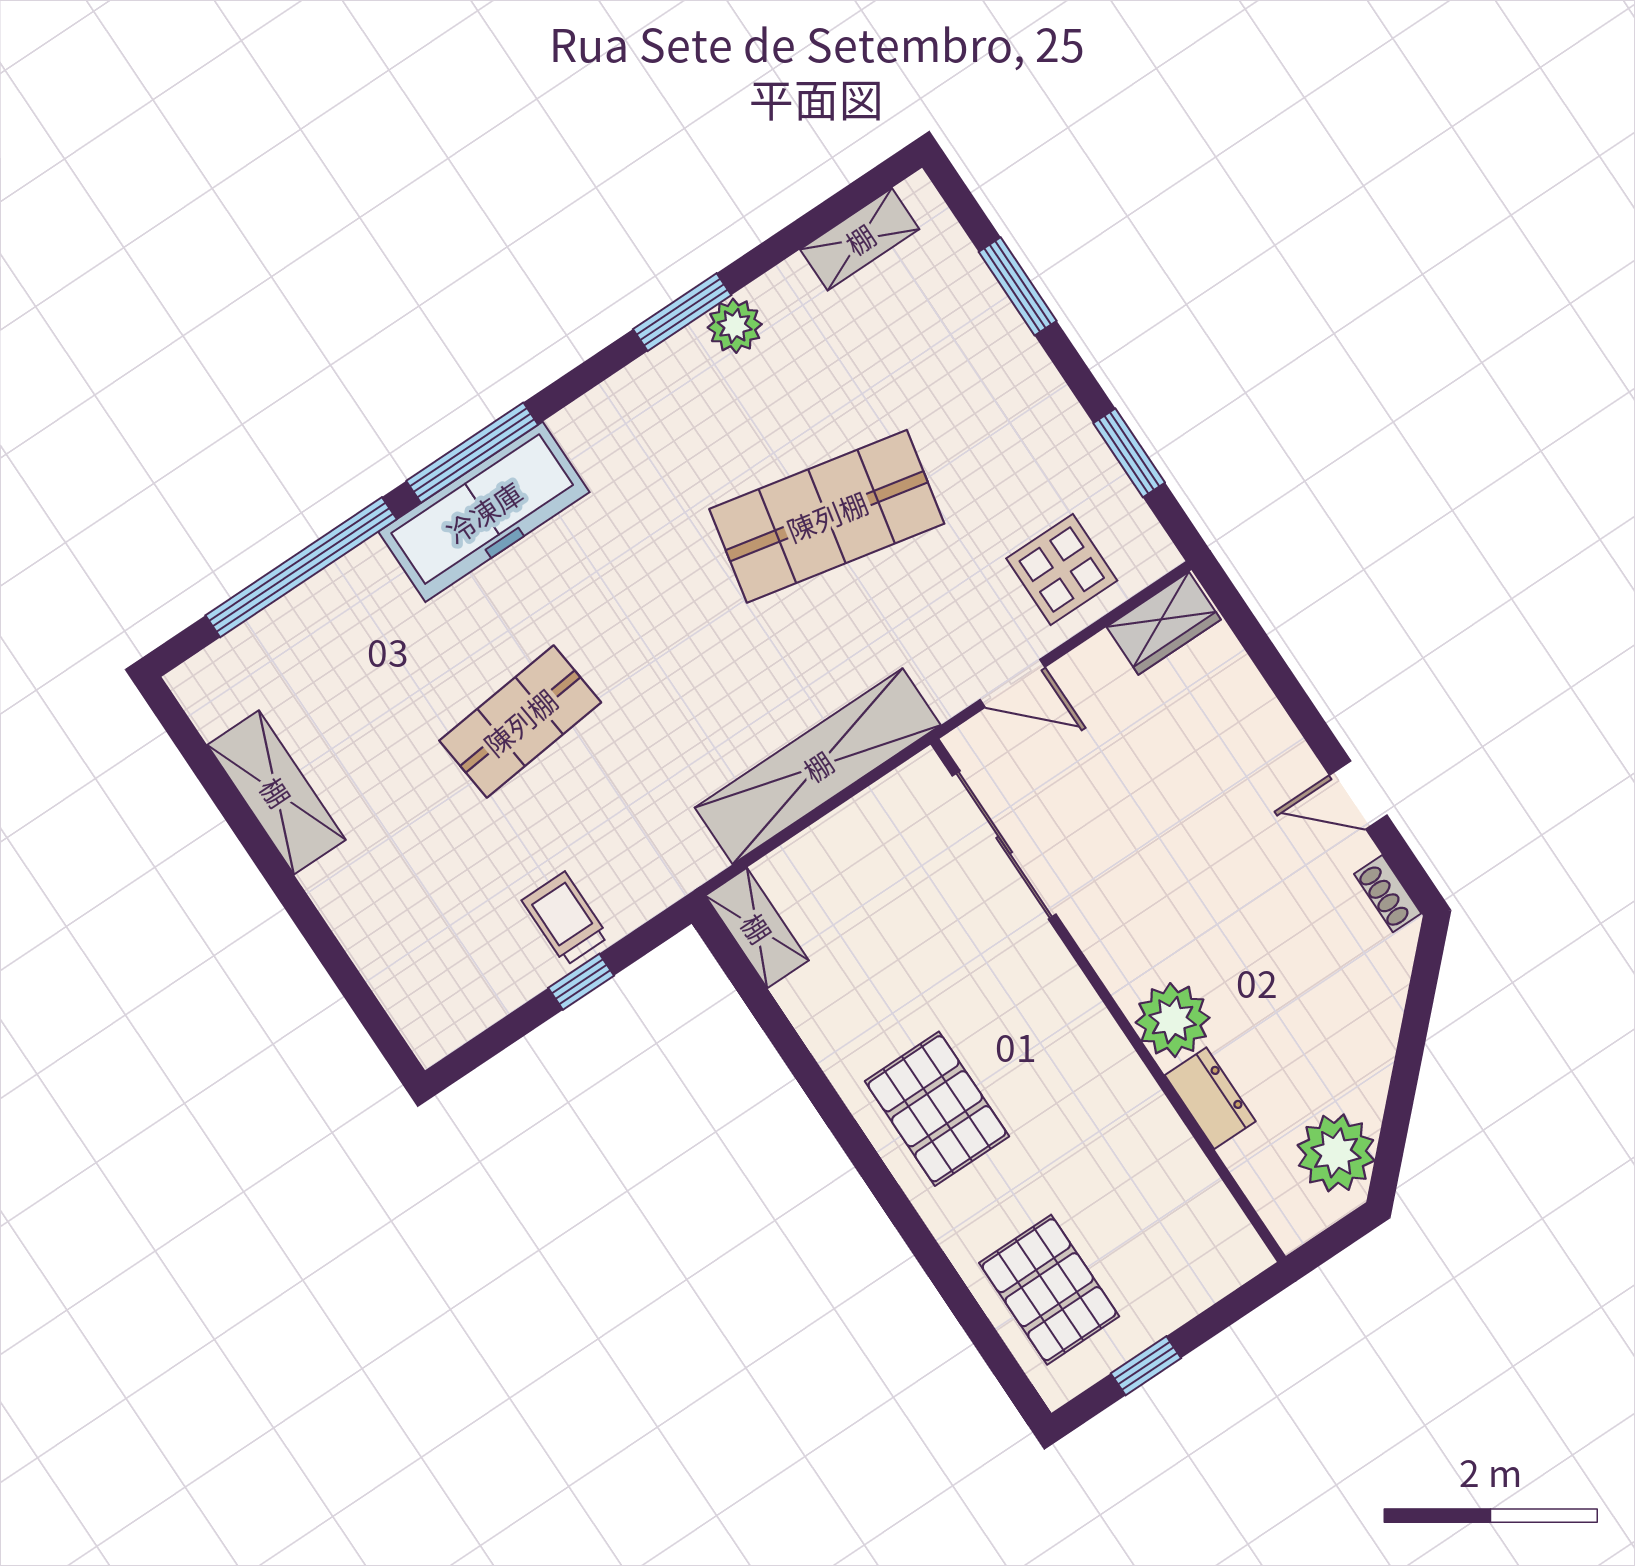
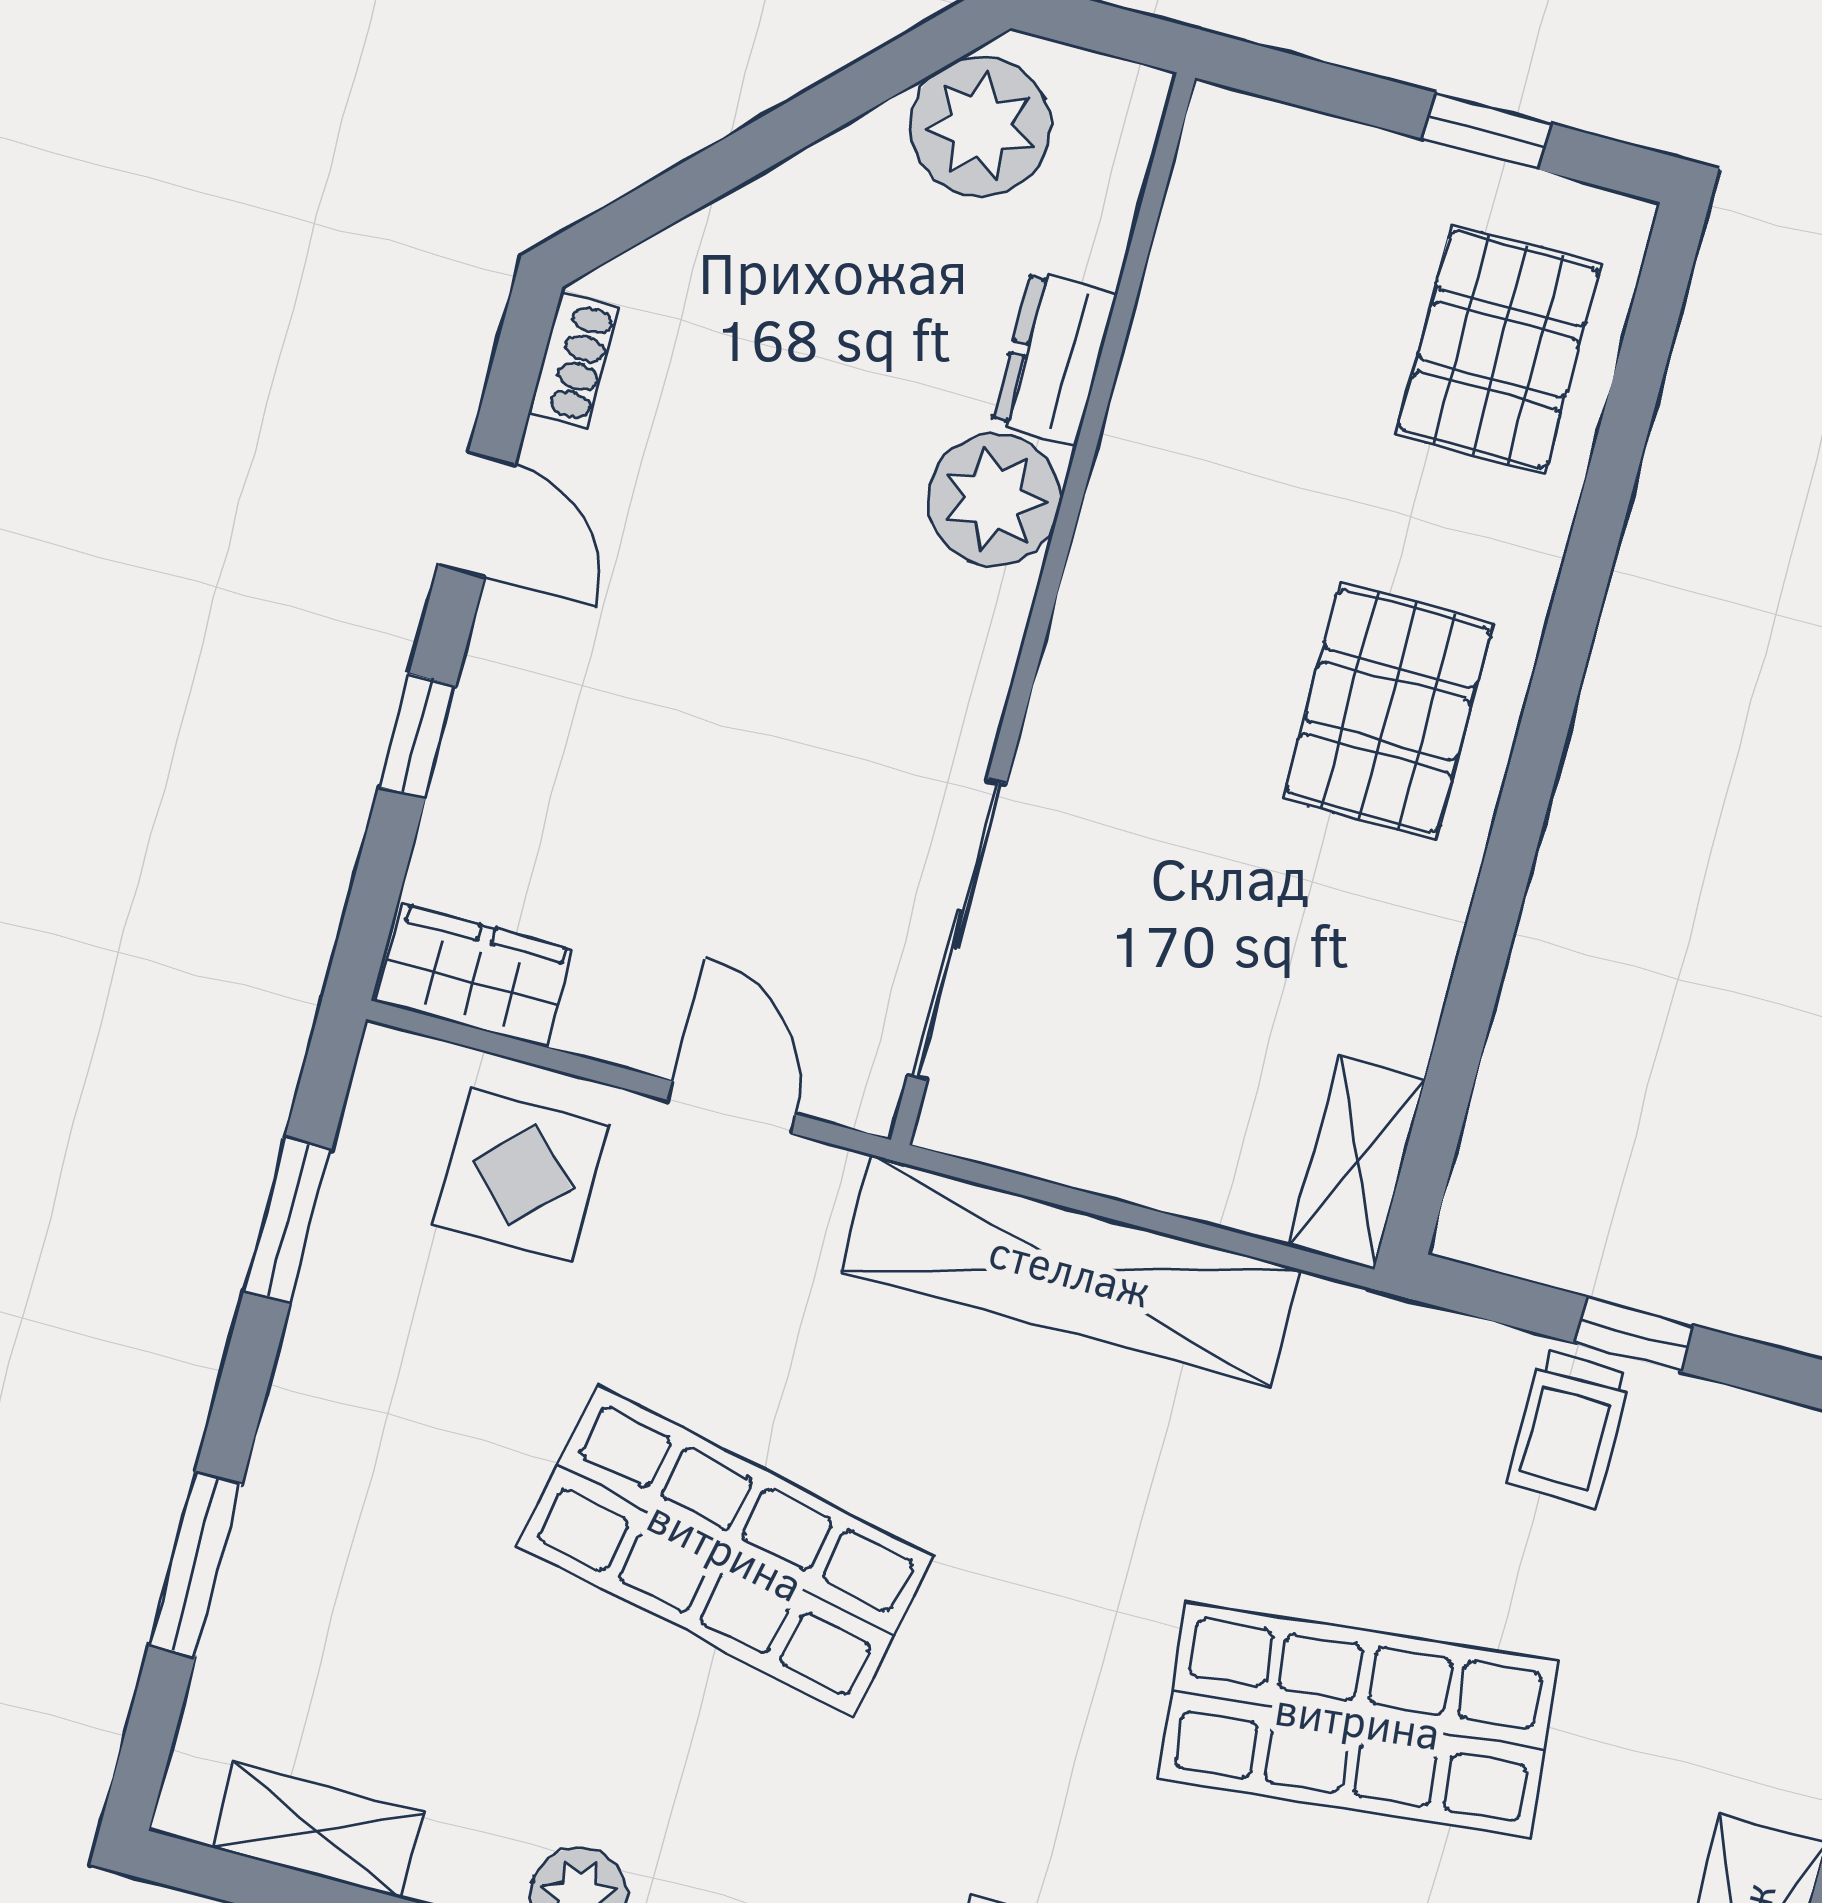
window: (1286, 688) -> (417, 736), added
shop shelf: (520, 722) -> (1358, 1720), width x1.43, depth x1.36

